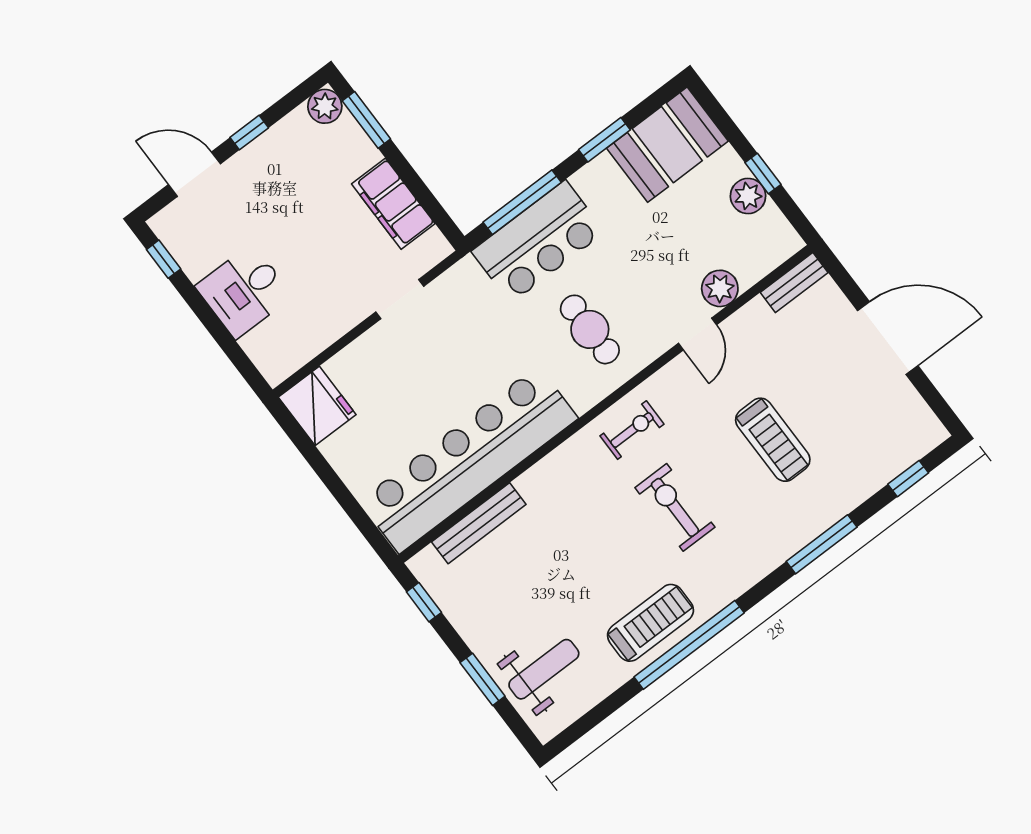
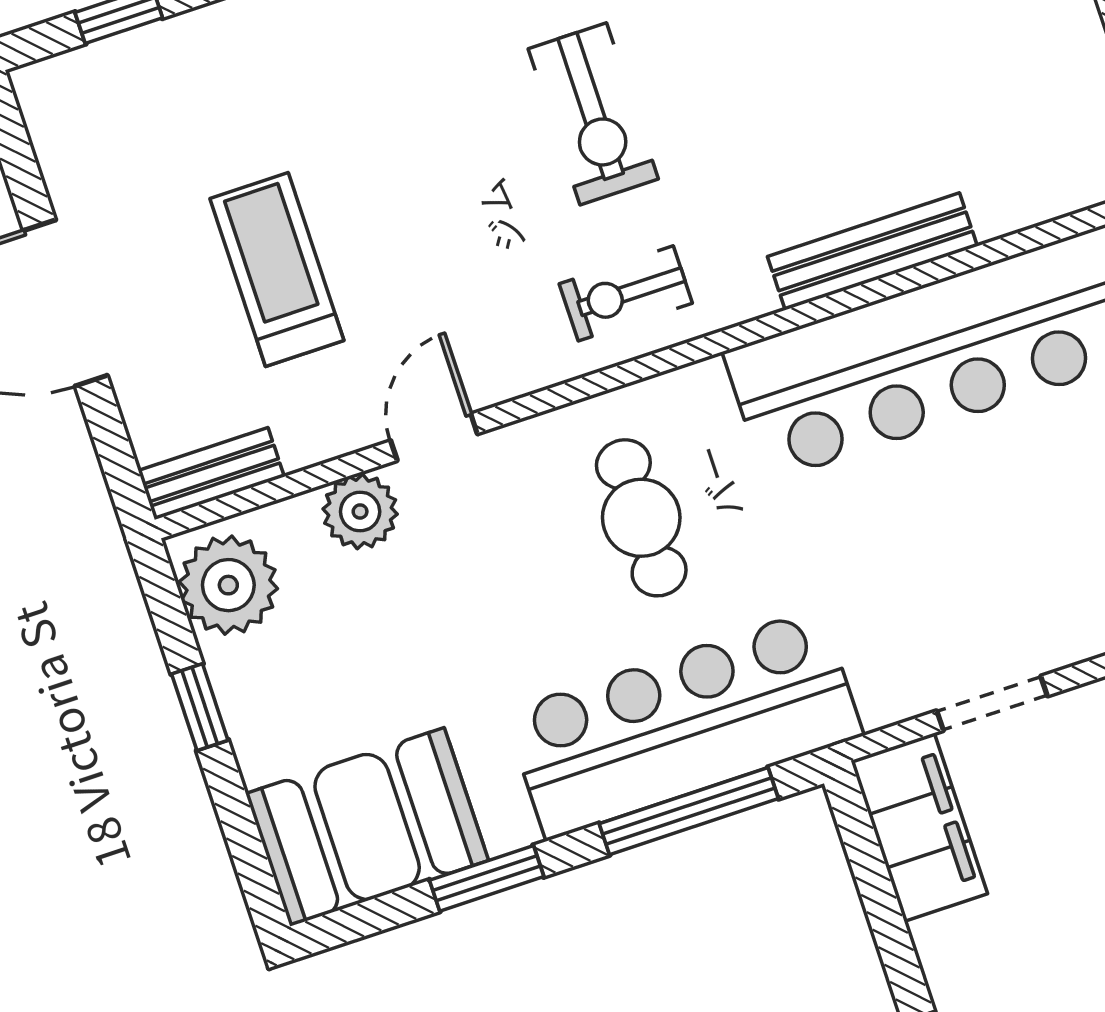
plant: (748, 196) -> (228, 585), moved, width x1.36, depth x1.36
filing cabinet: (393, 204) -> (919, 827), moved
bar counter: (538, 242) -> (684, 724), width x1.36
treadmill: (773, 440) -> (277, 270), moved
bench: (479, 523) -> (872, 251), moved

